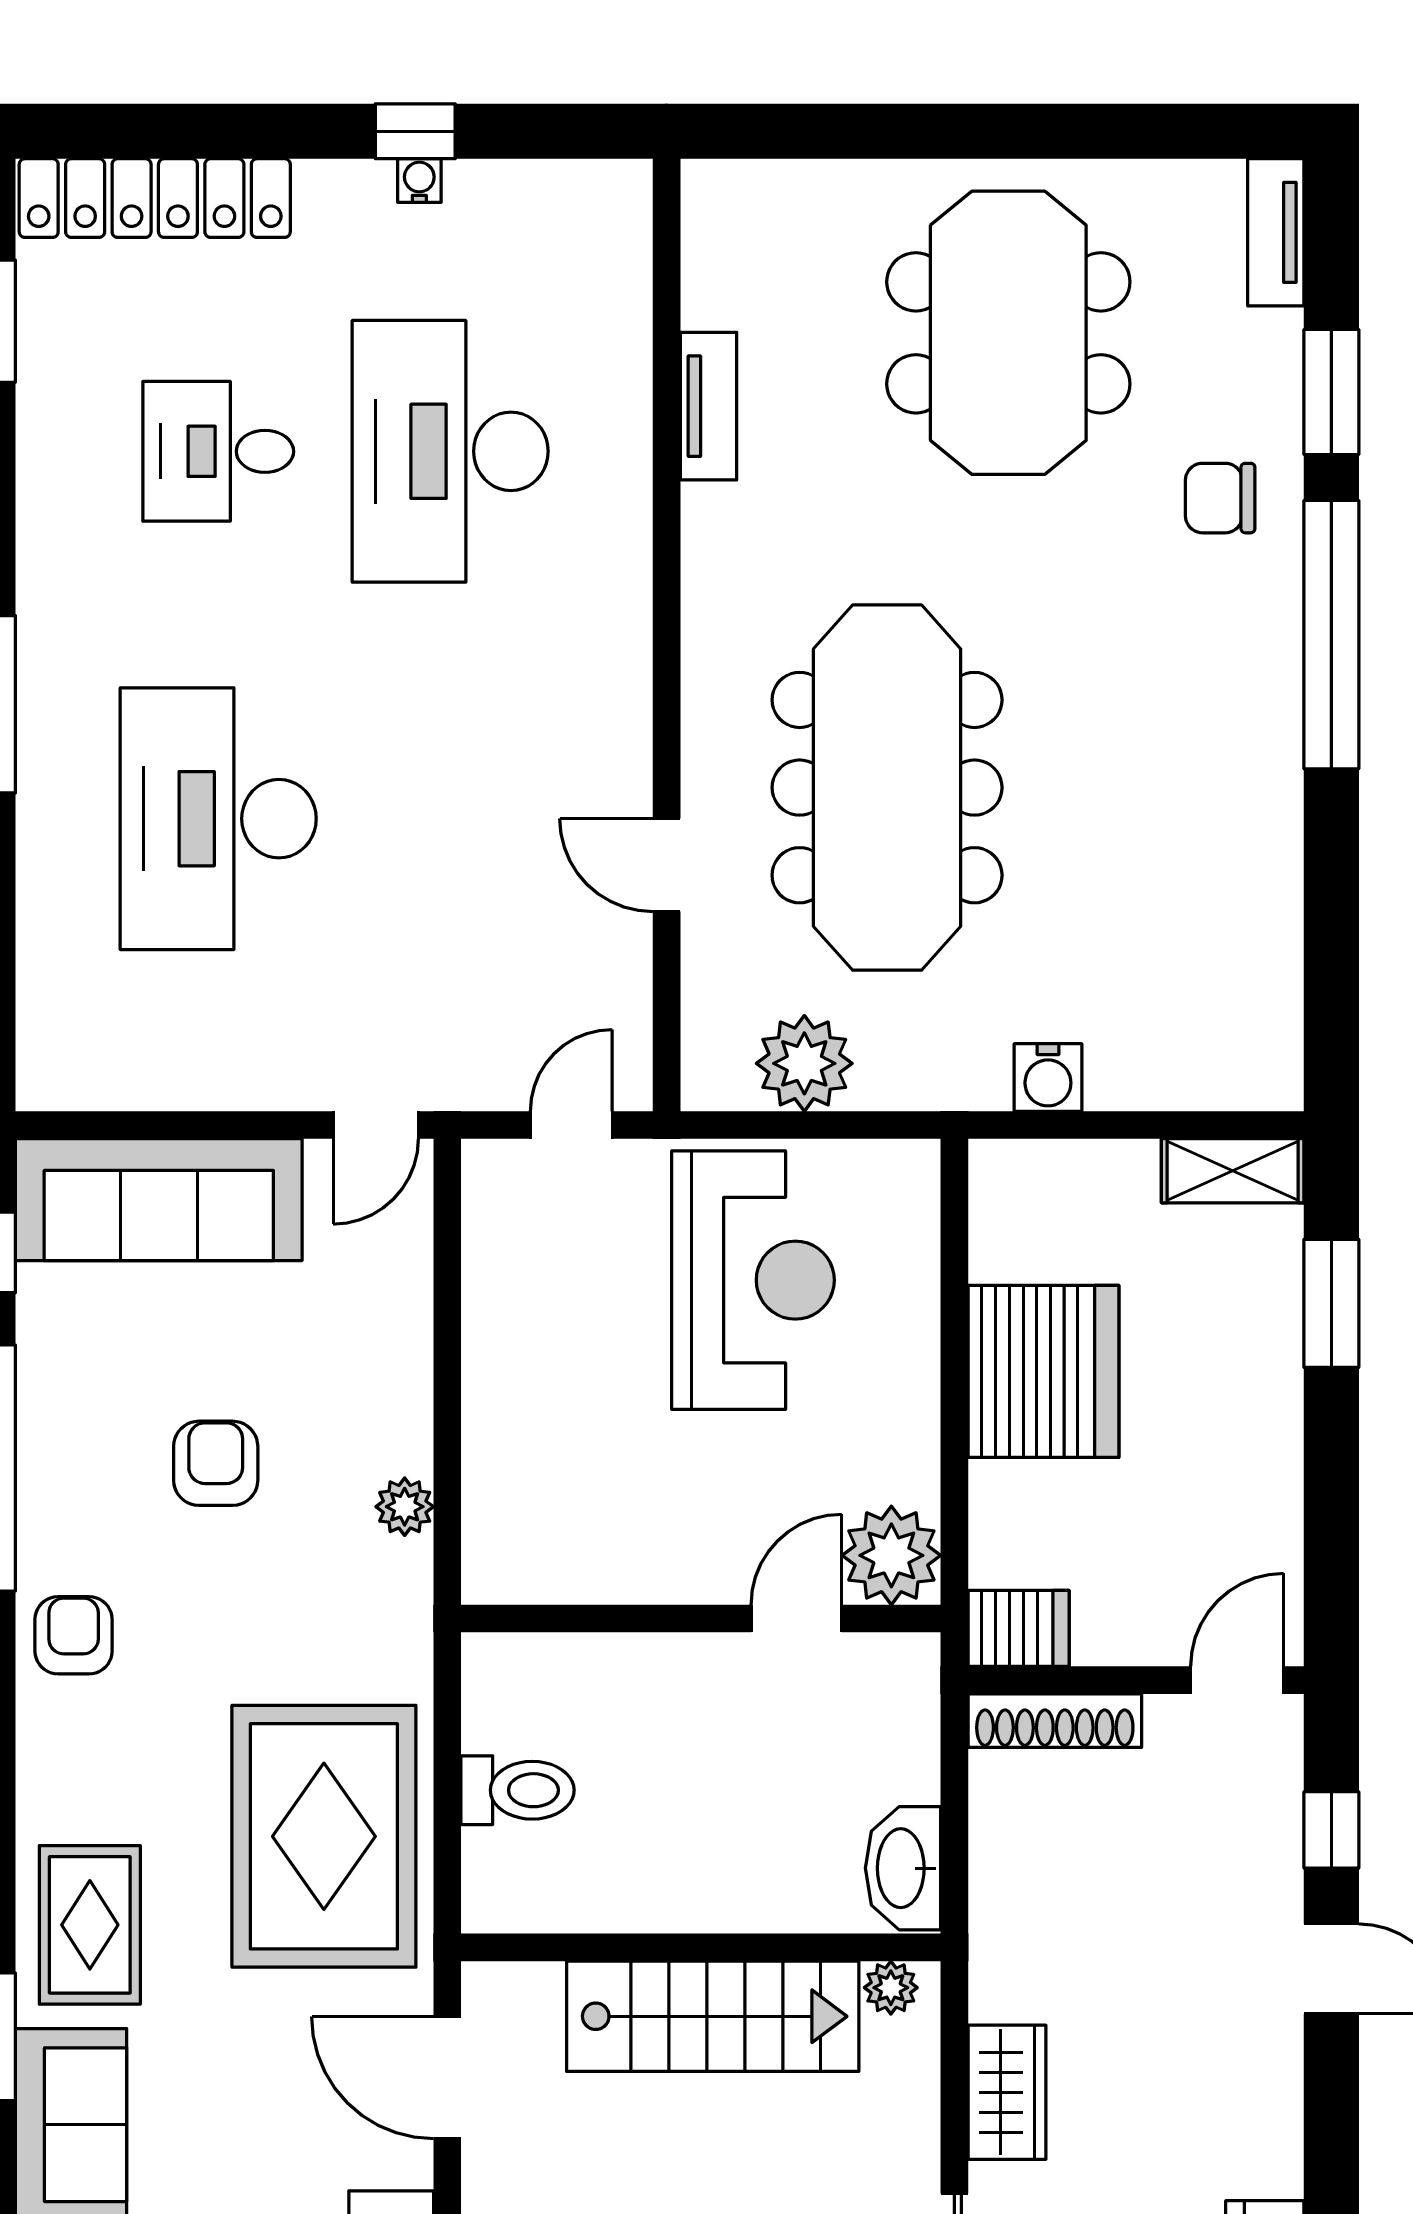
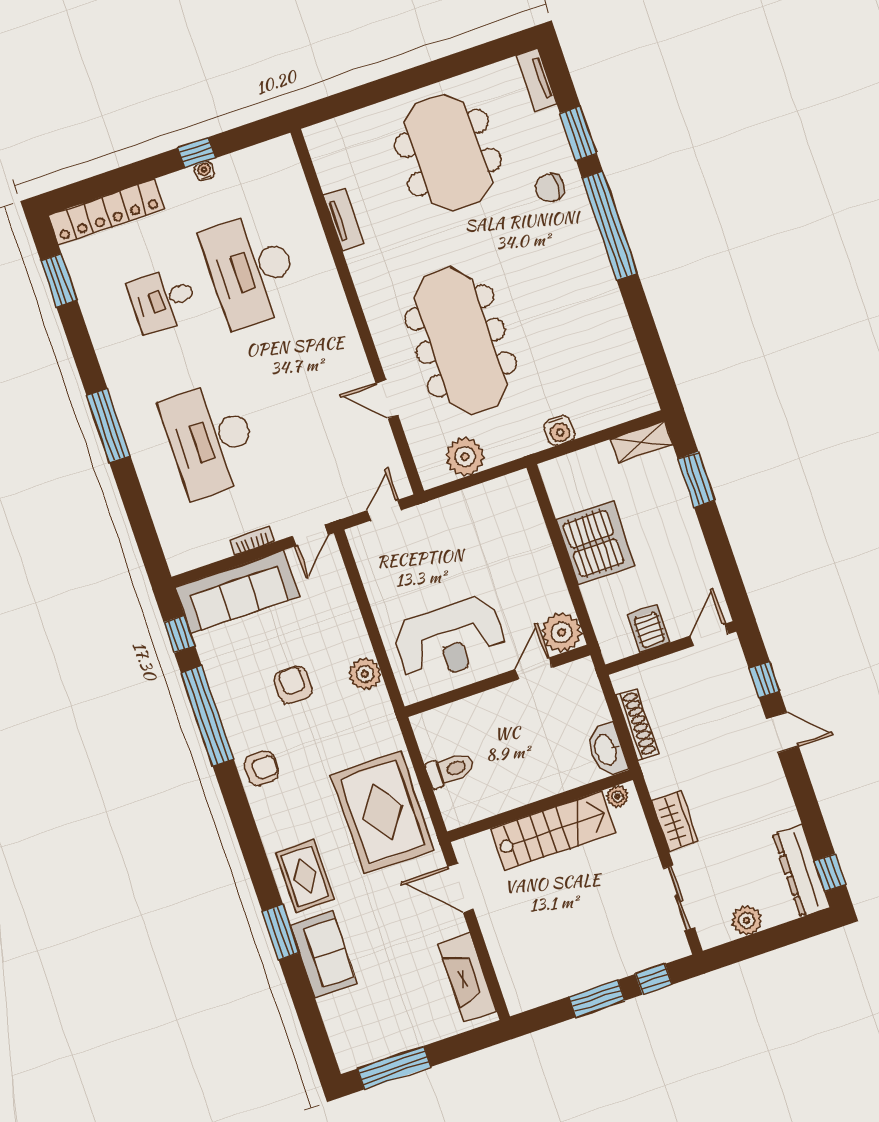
bookcase: (234, 1091) -> (252, 541), added
reception desk: (753, 1280) -> (450, 639), moved, turned 90
plant: (405, 1507) -> (365, 674), width x1.38, depth x1.38
server rack: (1019, 1628) -> (649, 628), moved, turned -90
armchair: (74, 1635) -> (261, 768), turned 90
shoe rack: (1055, 1721) -> (637, 724), moved, turned -90

